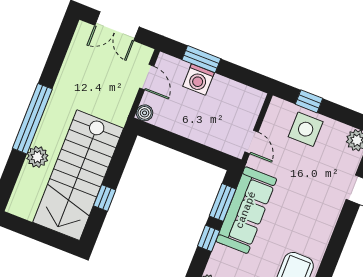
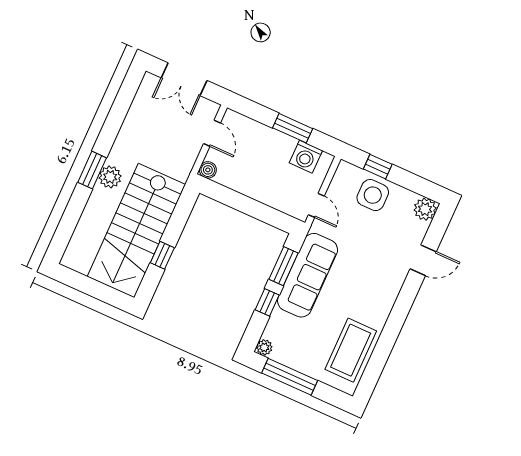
window: (201, 59) -> (293, 128), moved
washing machine: (199, 79) -> (306, 157), moved
window: (32, 119) -> (92, 170), width x0.47
plant: (37, 157) -> (110, 177), moved

